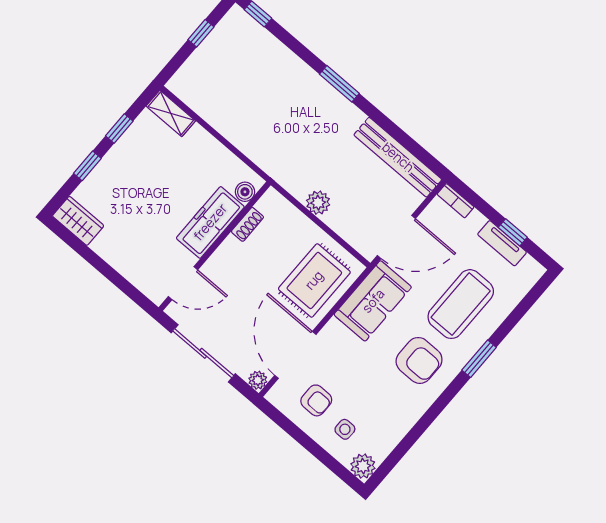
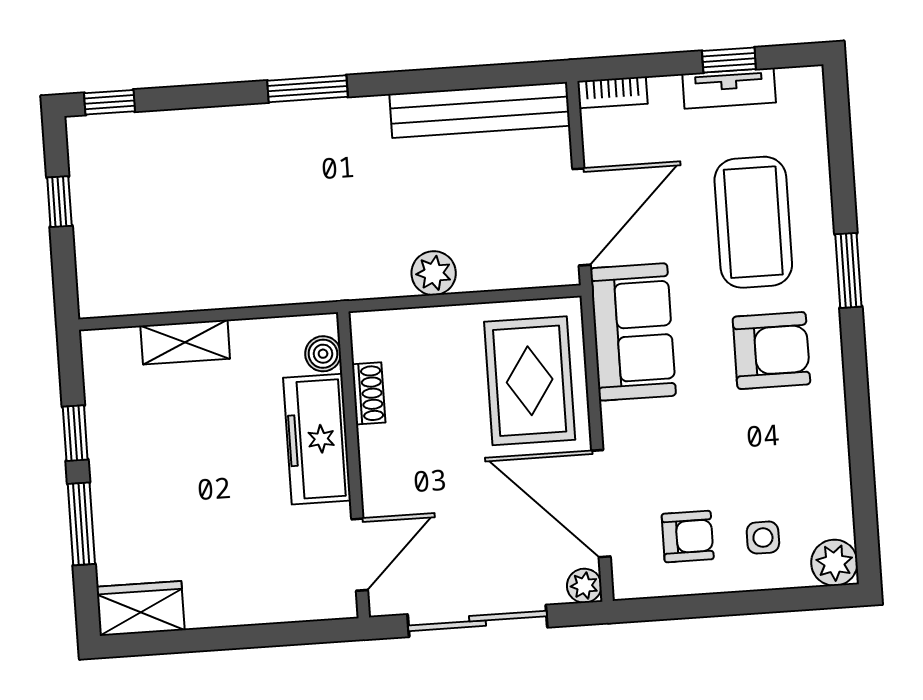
shelving: (171, 113) -> (185, 342), moved
window: (87, 166) -> (81, 524), width x1.50

